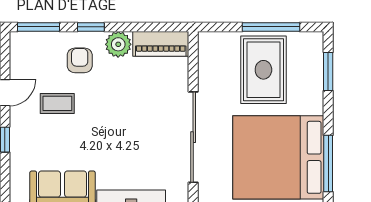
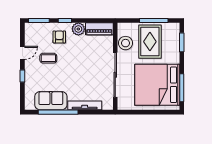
stool: (214, 73) -> (126, 43), added

